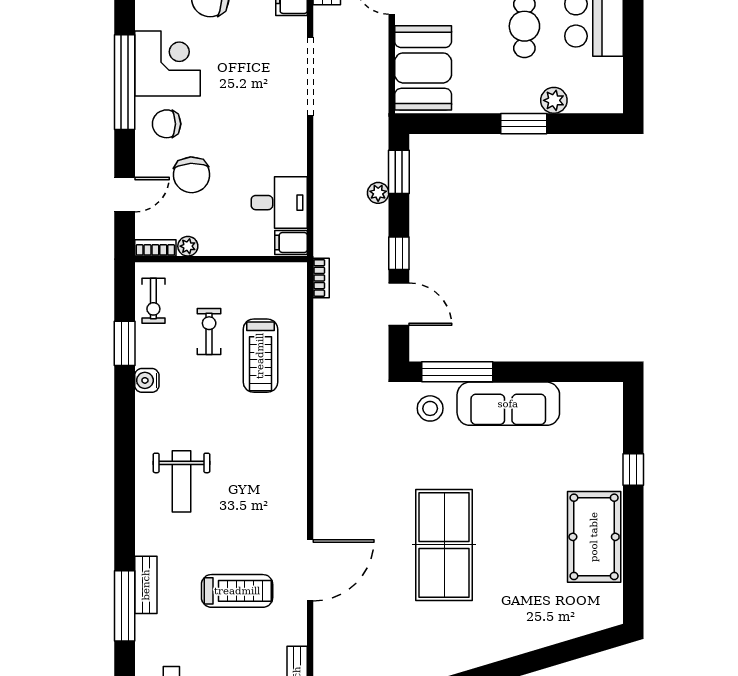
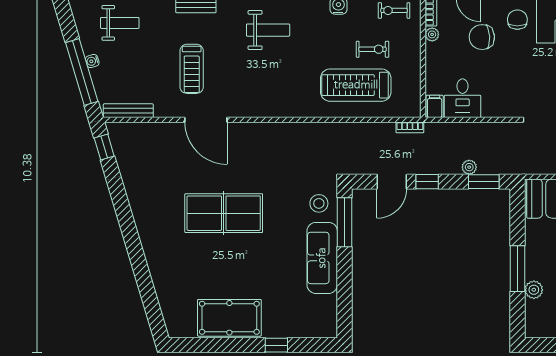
window: (524, 124) -> (518, 269), width x1.44
treadmill: (260, 356) -> (356, 85), width x1.37, depth x1.38
weight bench: (182, 481) -> (268, 30), turned 180

